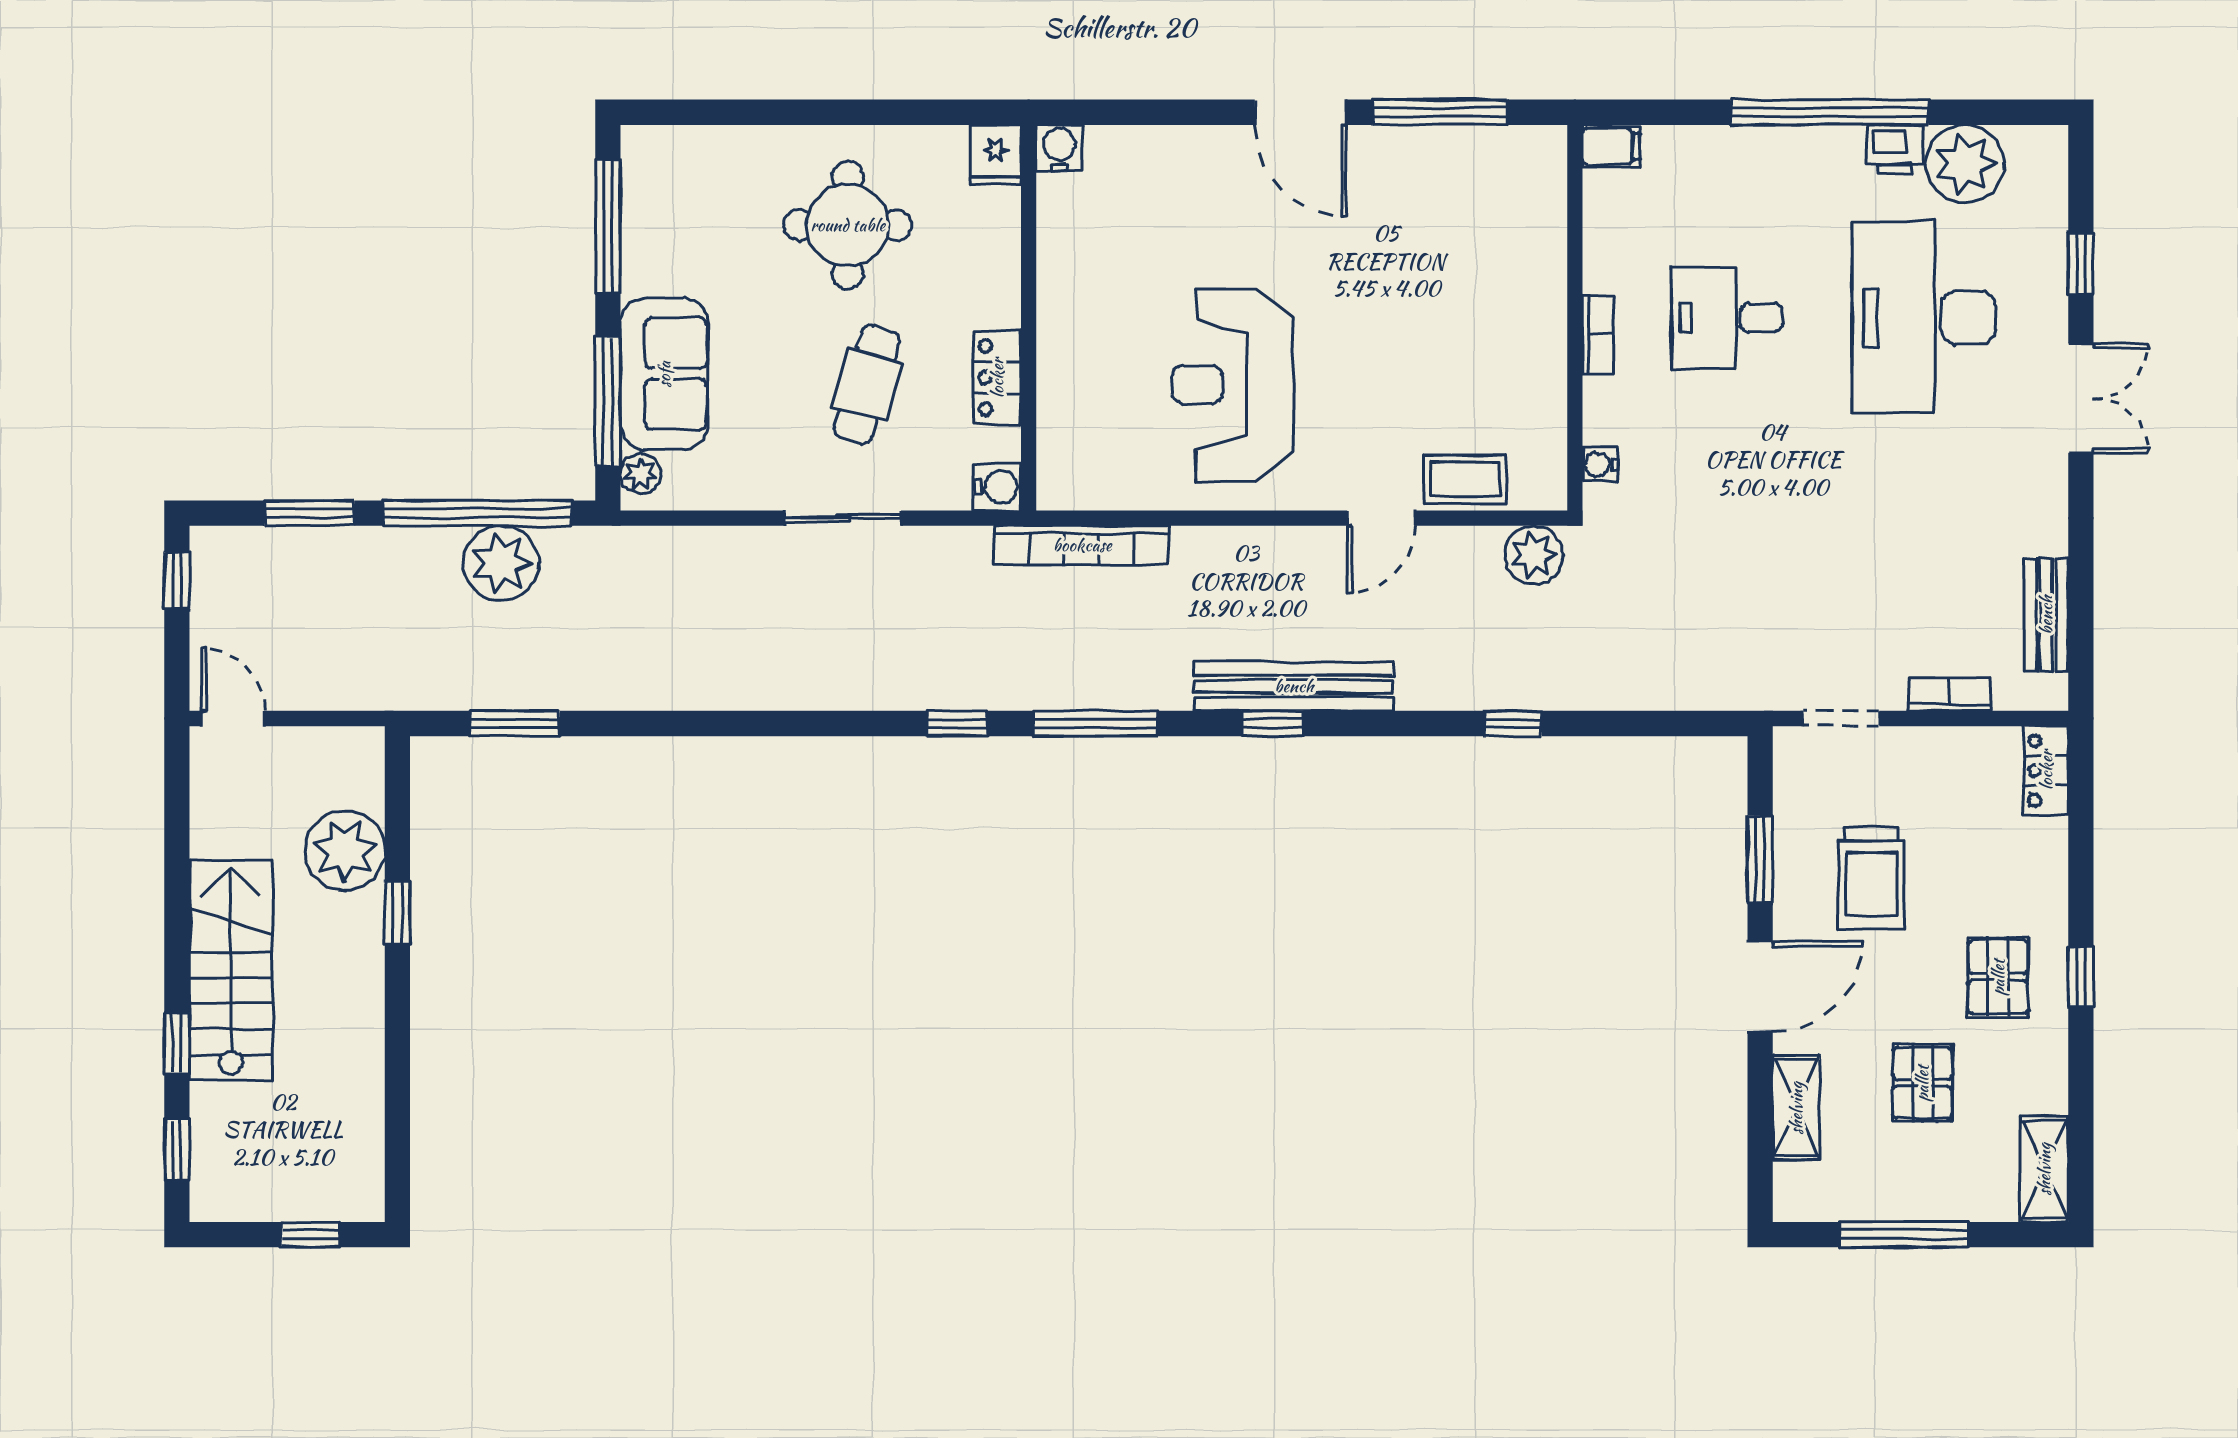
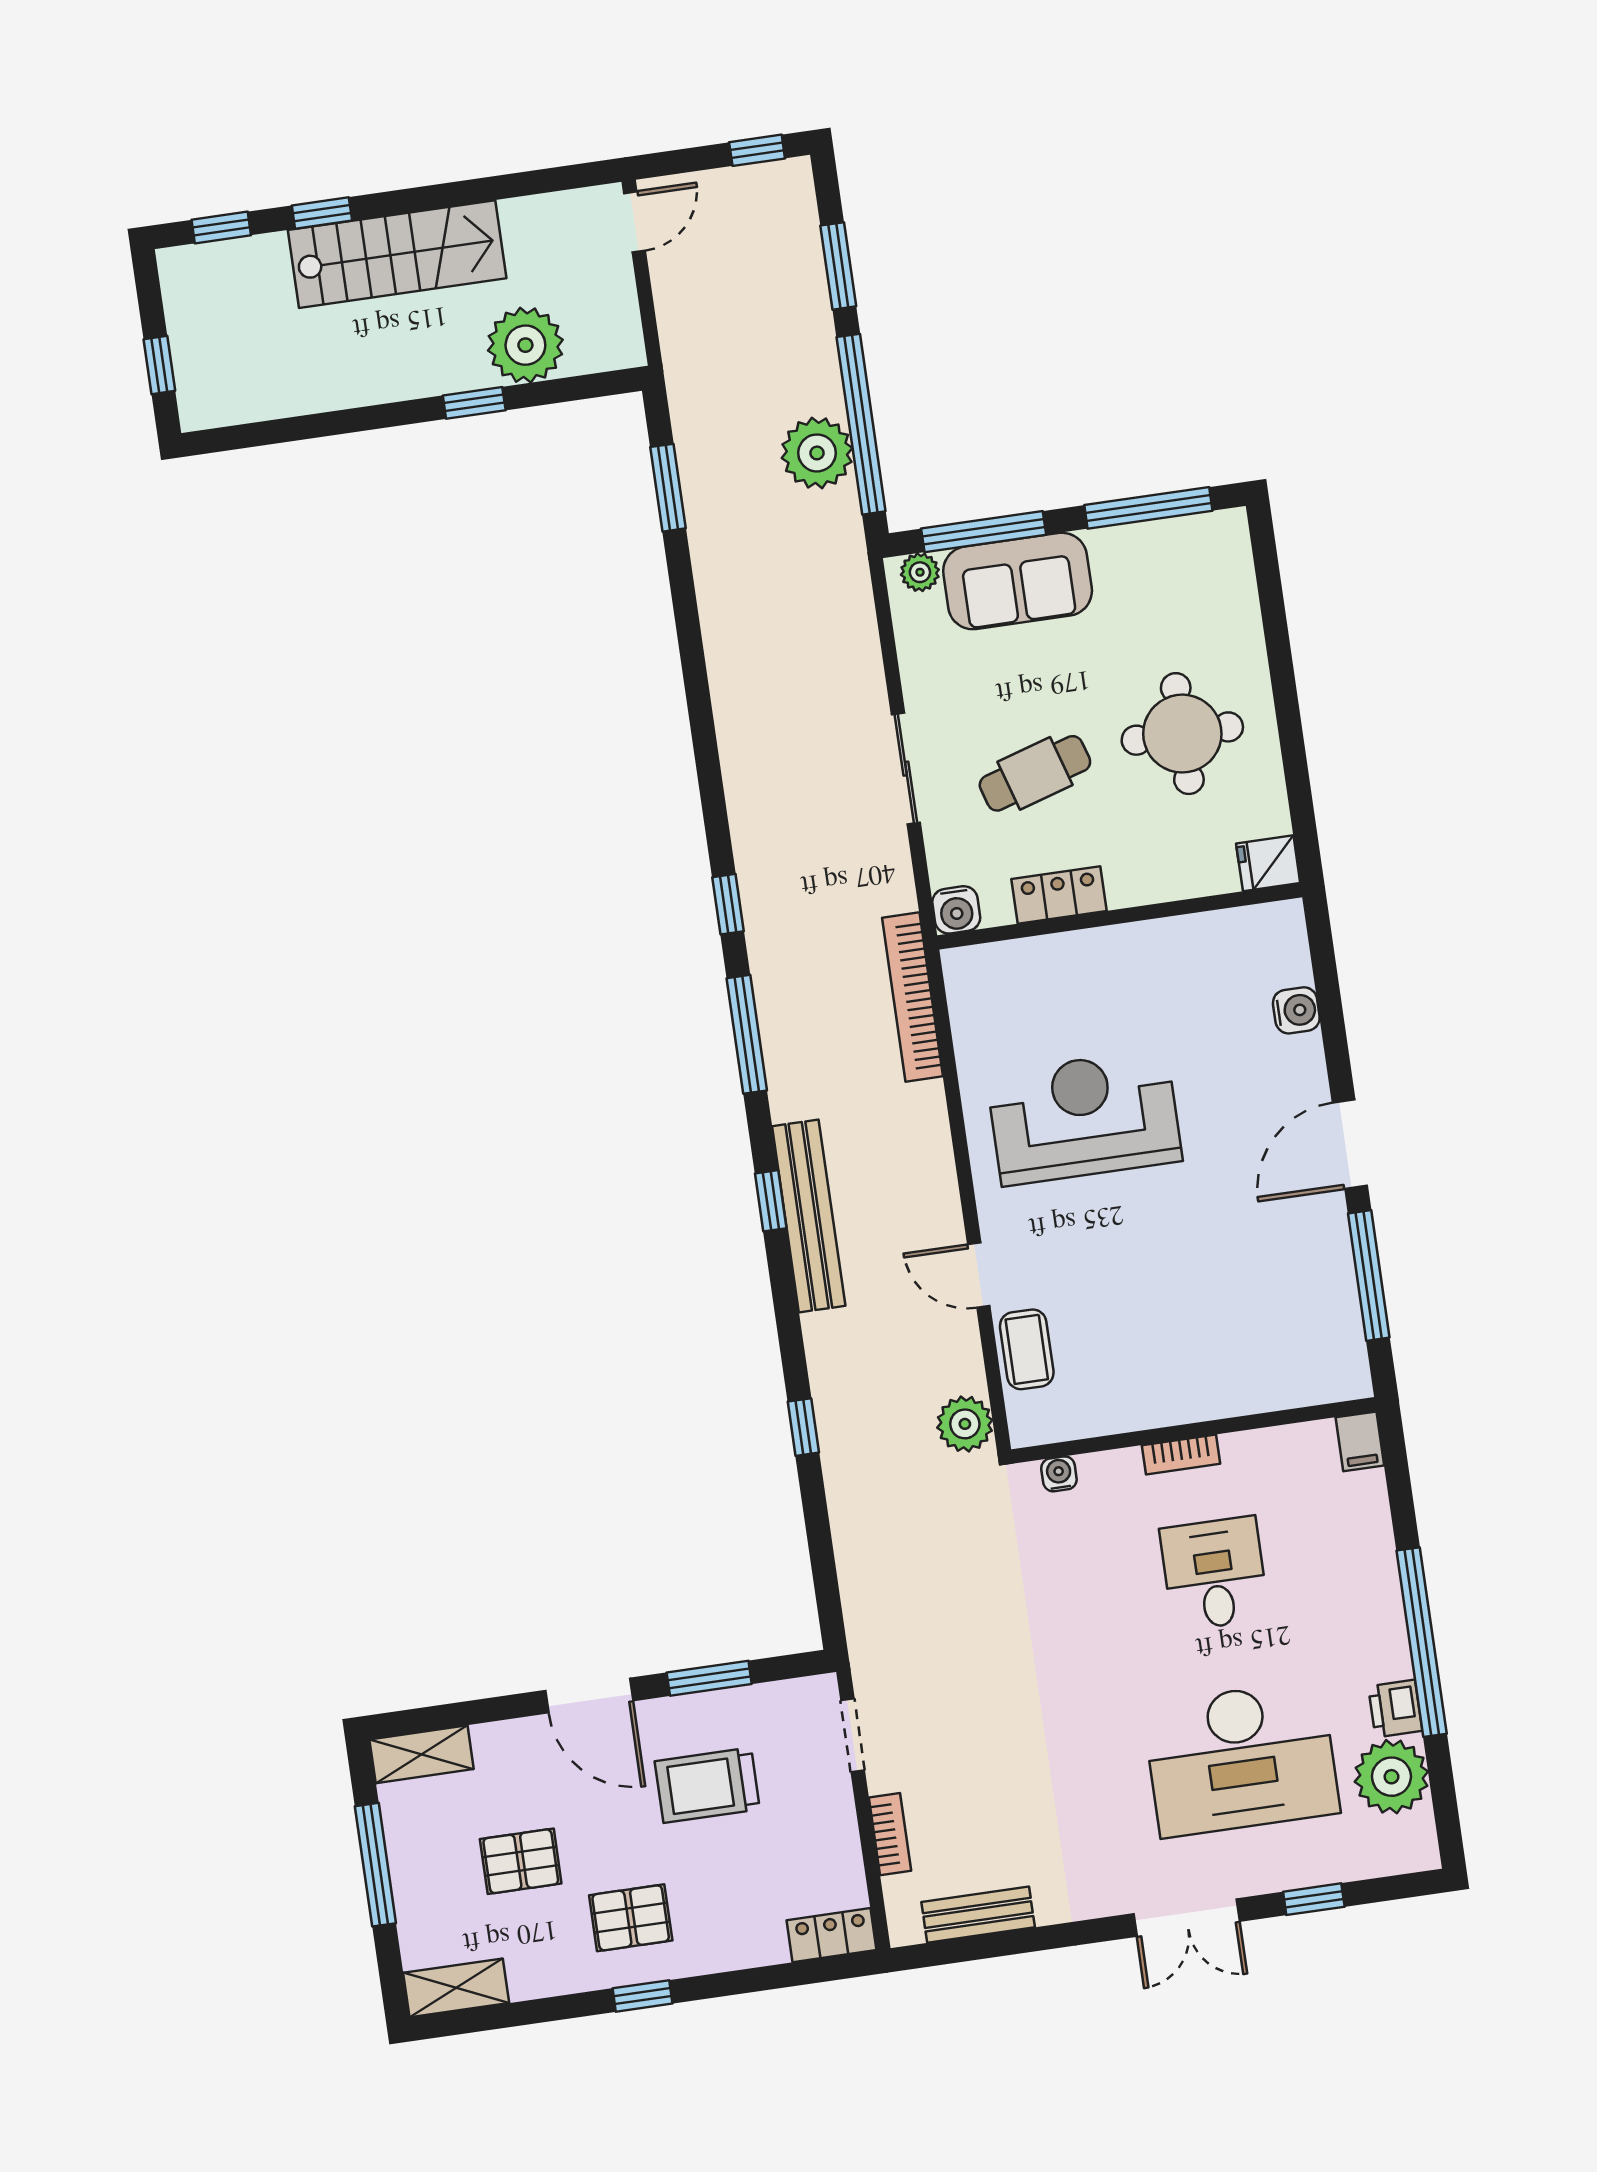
water cooler: (1059, 148) -> (1296, 1010), moved
desk: (1924, 318) -> (1241, 1759), turned 180
cafe table: (867, 384) -> (1035, 773), turned -33
shelving: (1796, 1108) -> (422, 1754), moved

